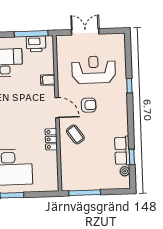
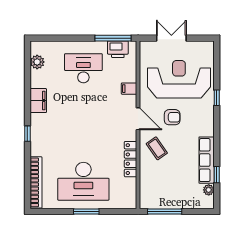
reception desk: (94, 70) -> (179, 79), width x1.36, depth x1.30
locker: (51, 139) -> (131, 159), width x1.53
row of seats: (122, 151) -> (207, 160), width x1.48

